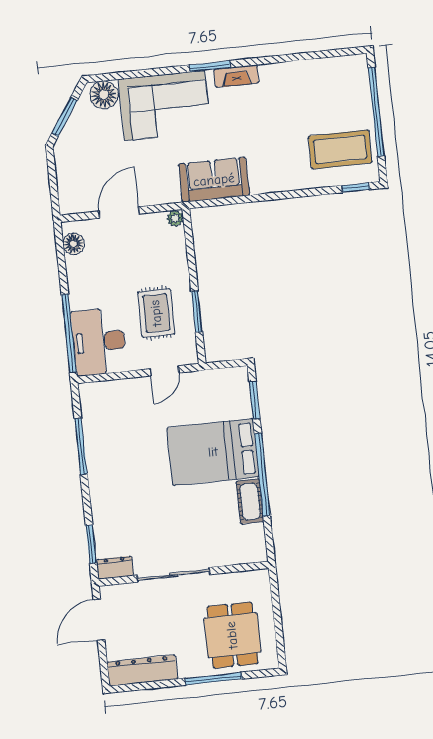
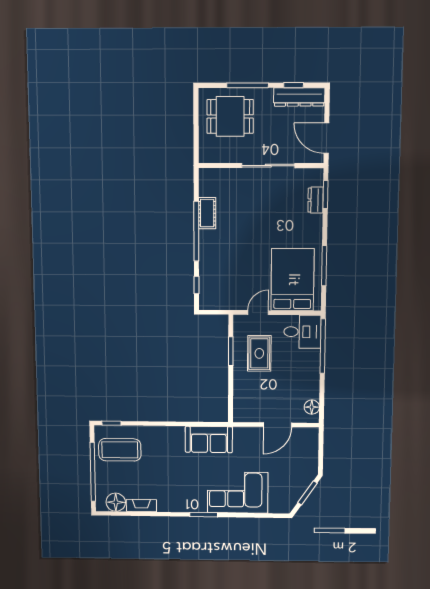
fireplace: (236, 76) -> (141, 506), moved
floor lamp: (104, 95) -> (116, 502), moved
plant: (175, 218) -> (239, 416), removed
desk: (99, 342) -> (302, 332), width x0.73
window: (255, 400) -> (196, 285), width x0.67
bed: (213, 452) -> (293, 280), moved, turned -90
dresser: (115, 568) -> (316, 200), moved, turned 90
door: (99, 620) -> (326, 138), swing flipped
dining table: (232, 635) -> (230, 116), turned 90
window: (152, 685) -> (294, 85), added

